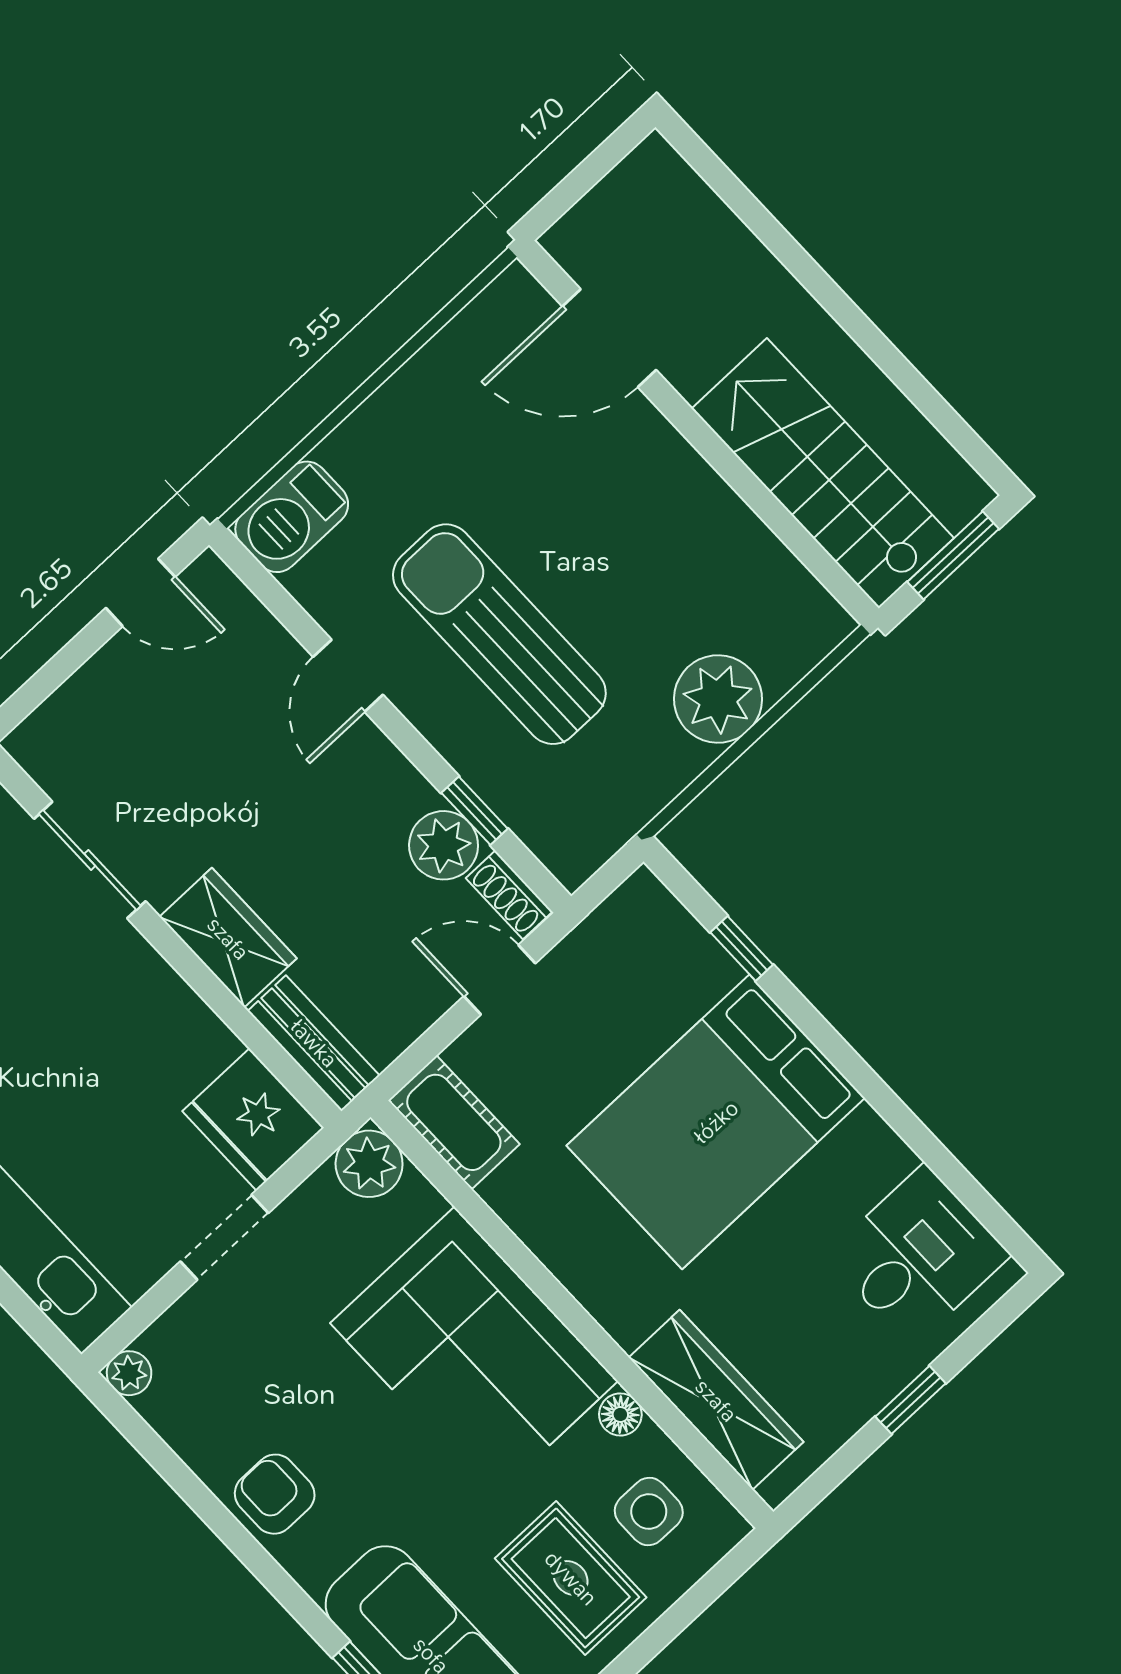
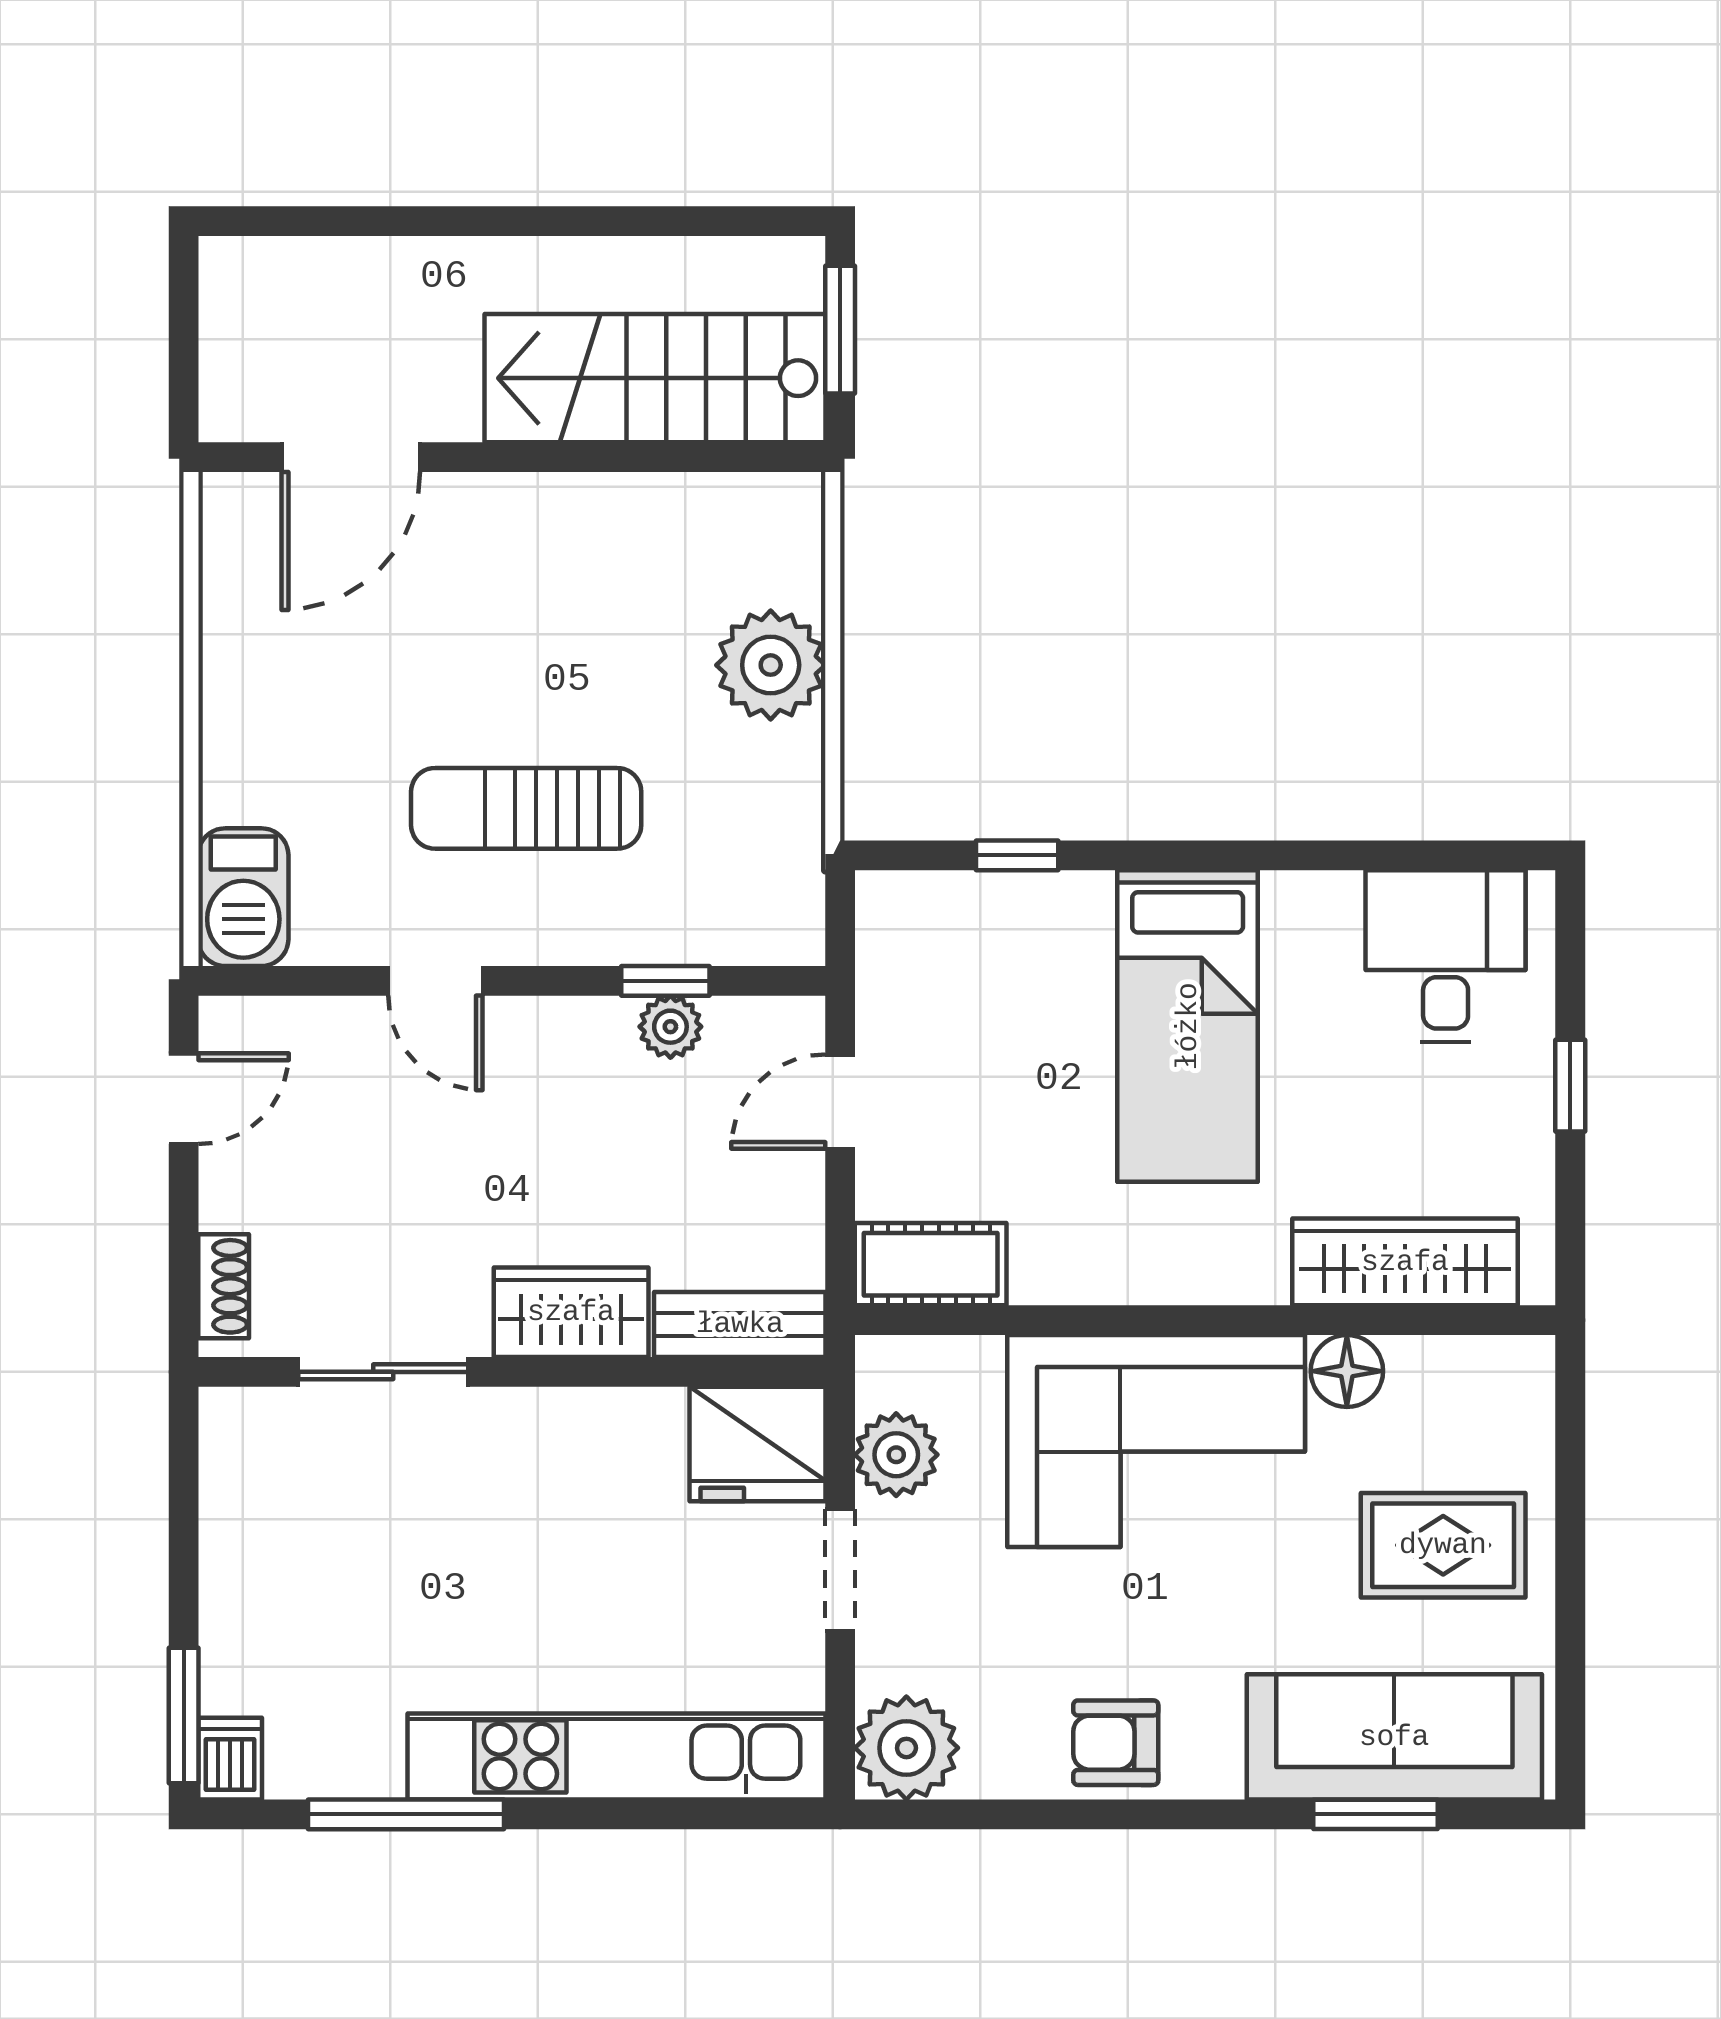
sun lounger: (499, 634) -> (526, 808), width x0.73, depth x0.75
plant: (444, 845) -> (670, 1027), width x0.73, depth x0.73
shoe rack: (509, 895) -> (224, 1286), moved, turned -90
bed: (716, 1122) -> (1188, 1026), width x0.67
plant: (369, 1164) -> (896, 1455), moved
plant: (129, 1373) -> (906, 1748), width x1.88, depth x1.88
floor lamp: (620, 1414) -> (1347, 1371), width x1.37, depth x1.37
side table: (649, 1512) -> (1449, 1418), removed

